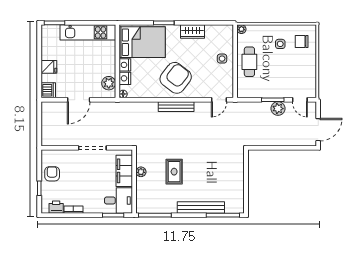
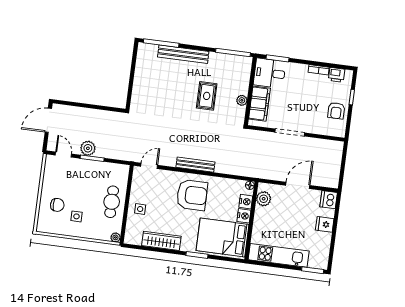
wardrobe: (193, 32) -> (161, 241), width x1.50
chair: (302, 41) -> (57, 205), moved
armchair: (176, 78) -> (192, 195), turned -128

